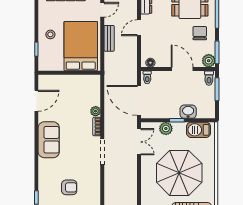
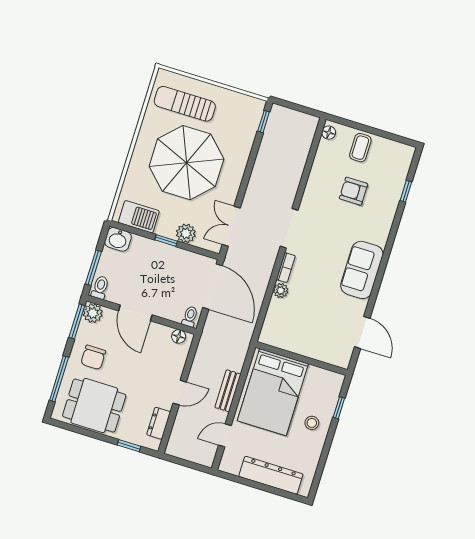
door: (36, 101) -> (362, 332), swing flipped
washbasin: (188, 112) -> (118, 239), moved

